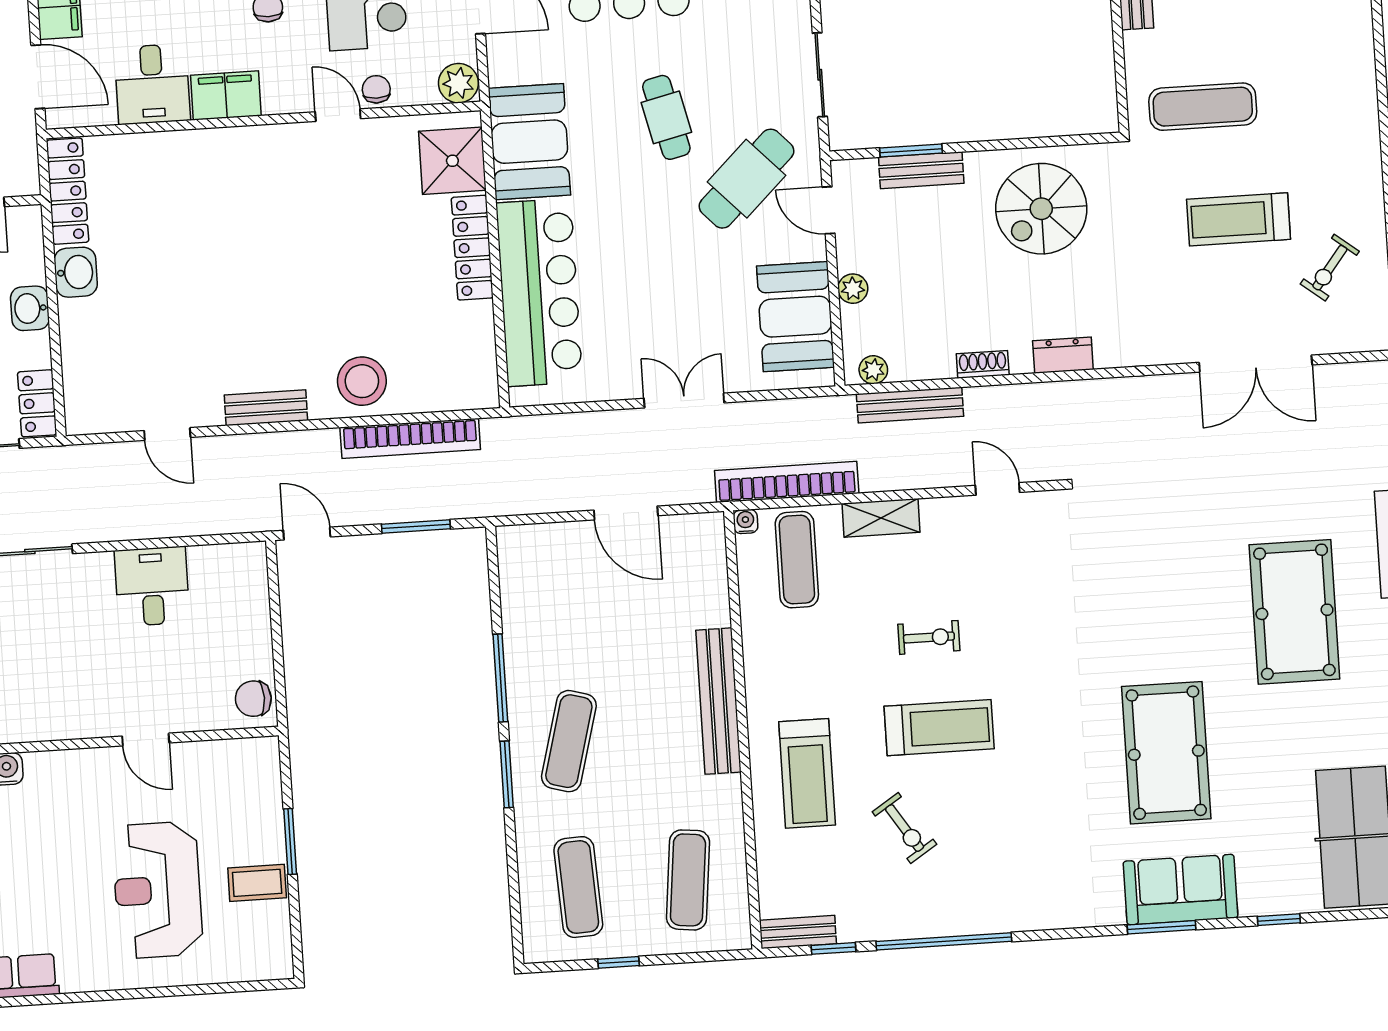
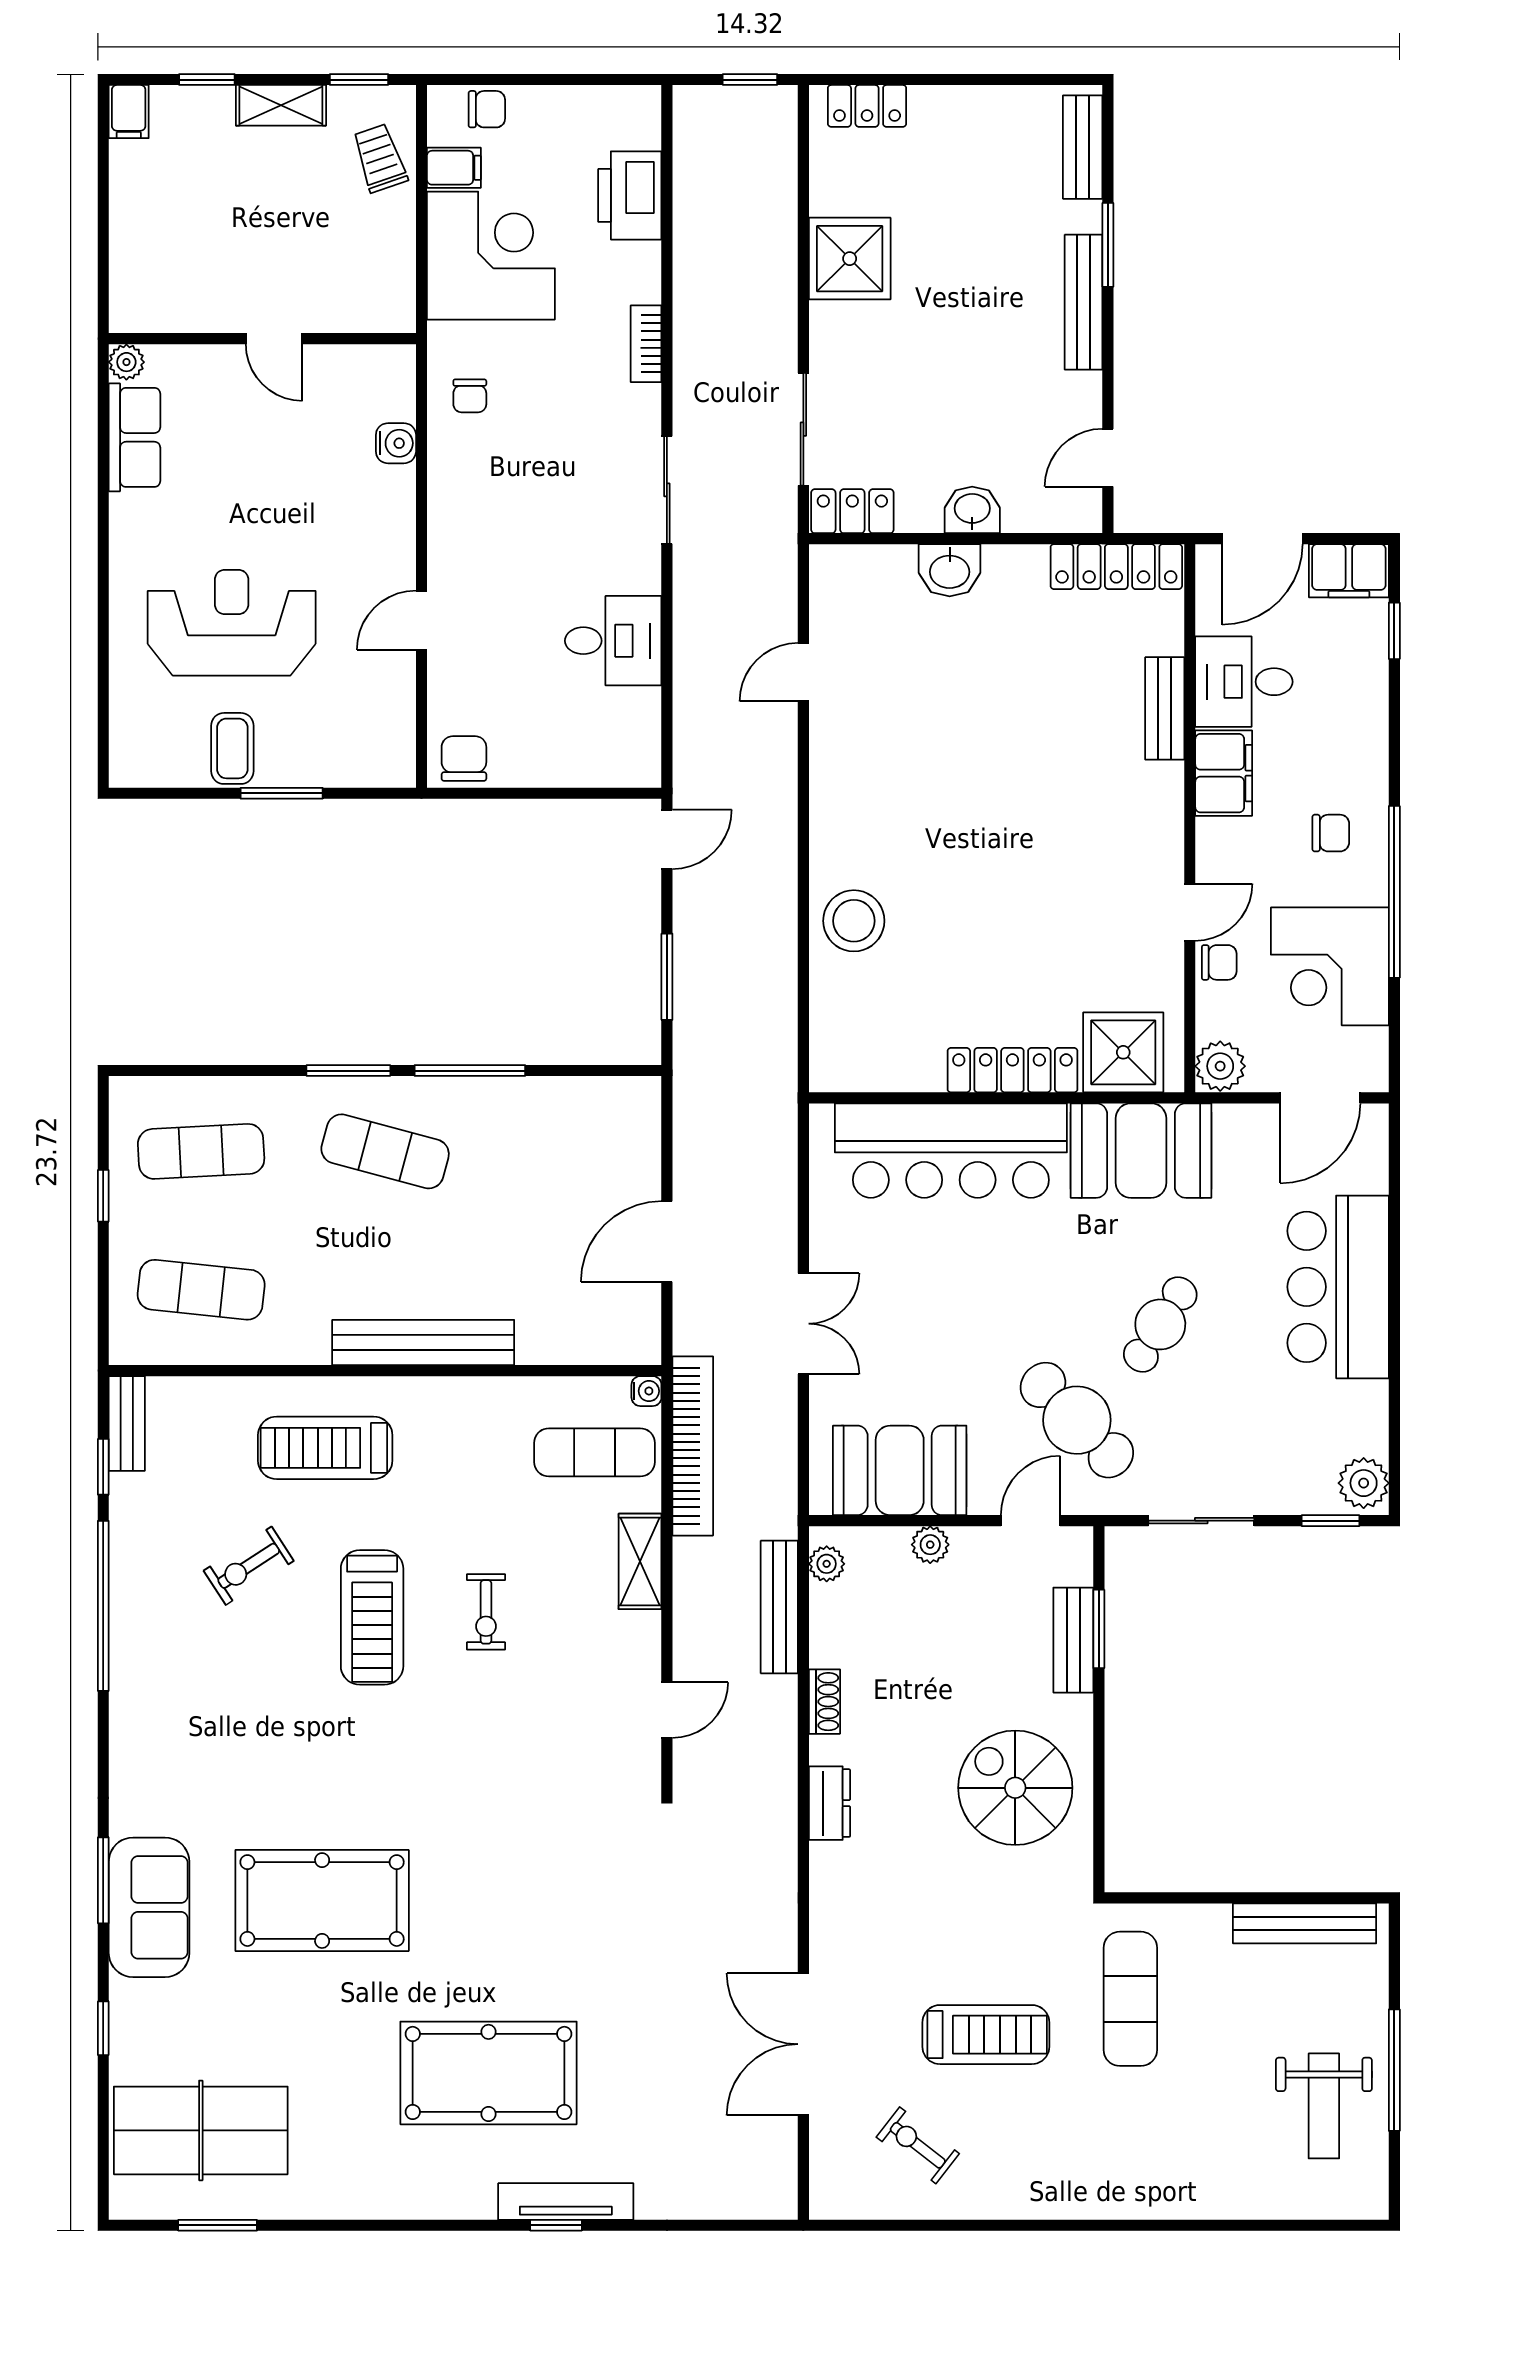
cafe table: (666, 117) -> (1160, 1324), turned -45
treadmill: (1239, 219) -> (986, 2035), turned 90
washbasin: (76, 272) -> (950, 570), moved
bench: (266, 408) -> (1165, 708), moved
bookcase: (410, 438) -> (778, 977), removed

